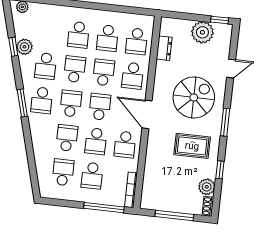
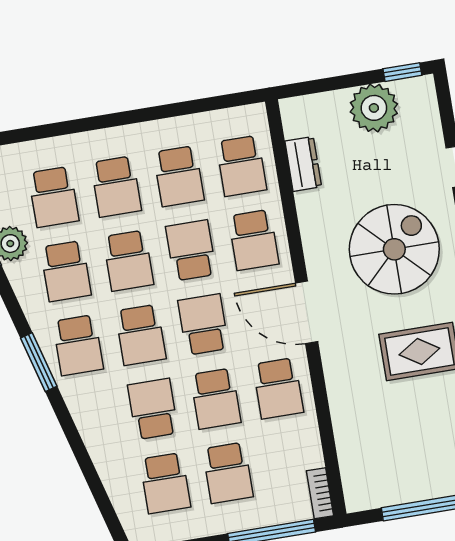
school desk: (49, 32) -> (53, 197), added
school desk: (75, 69) -> (128, 261), turned 180
school desk: (71, 104) -> (141, 335), turned 180
school desk: (63, 172) -> (165, 483), turned 180
bookcase: (131, 190) -> (320, 493), width x0.64

